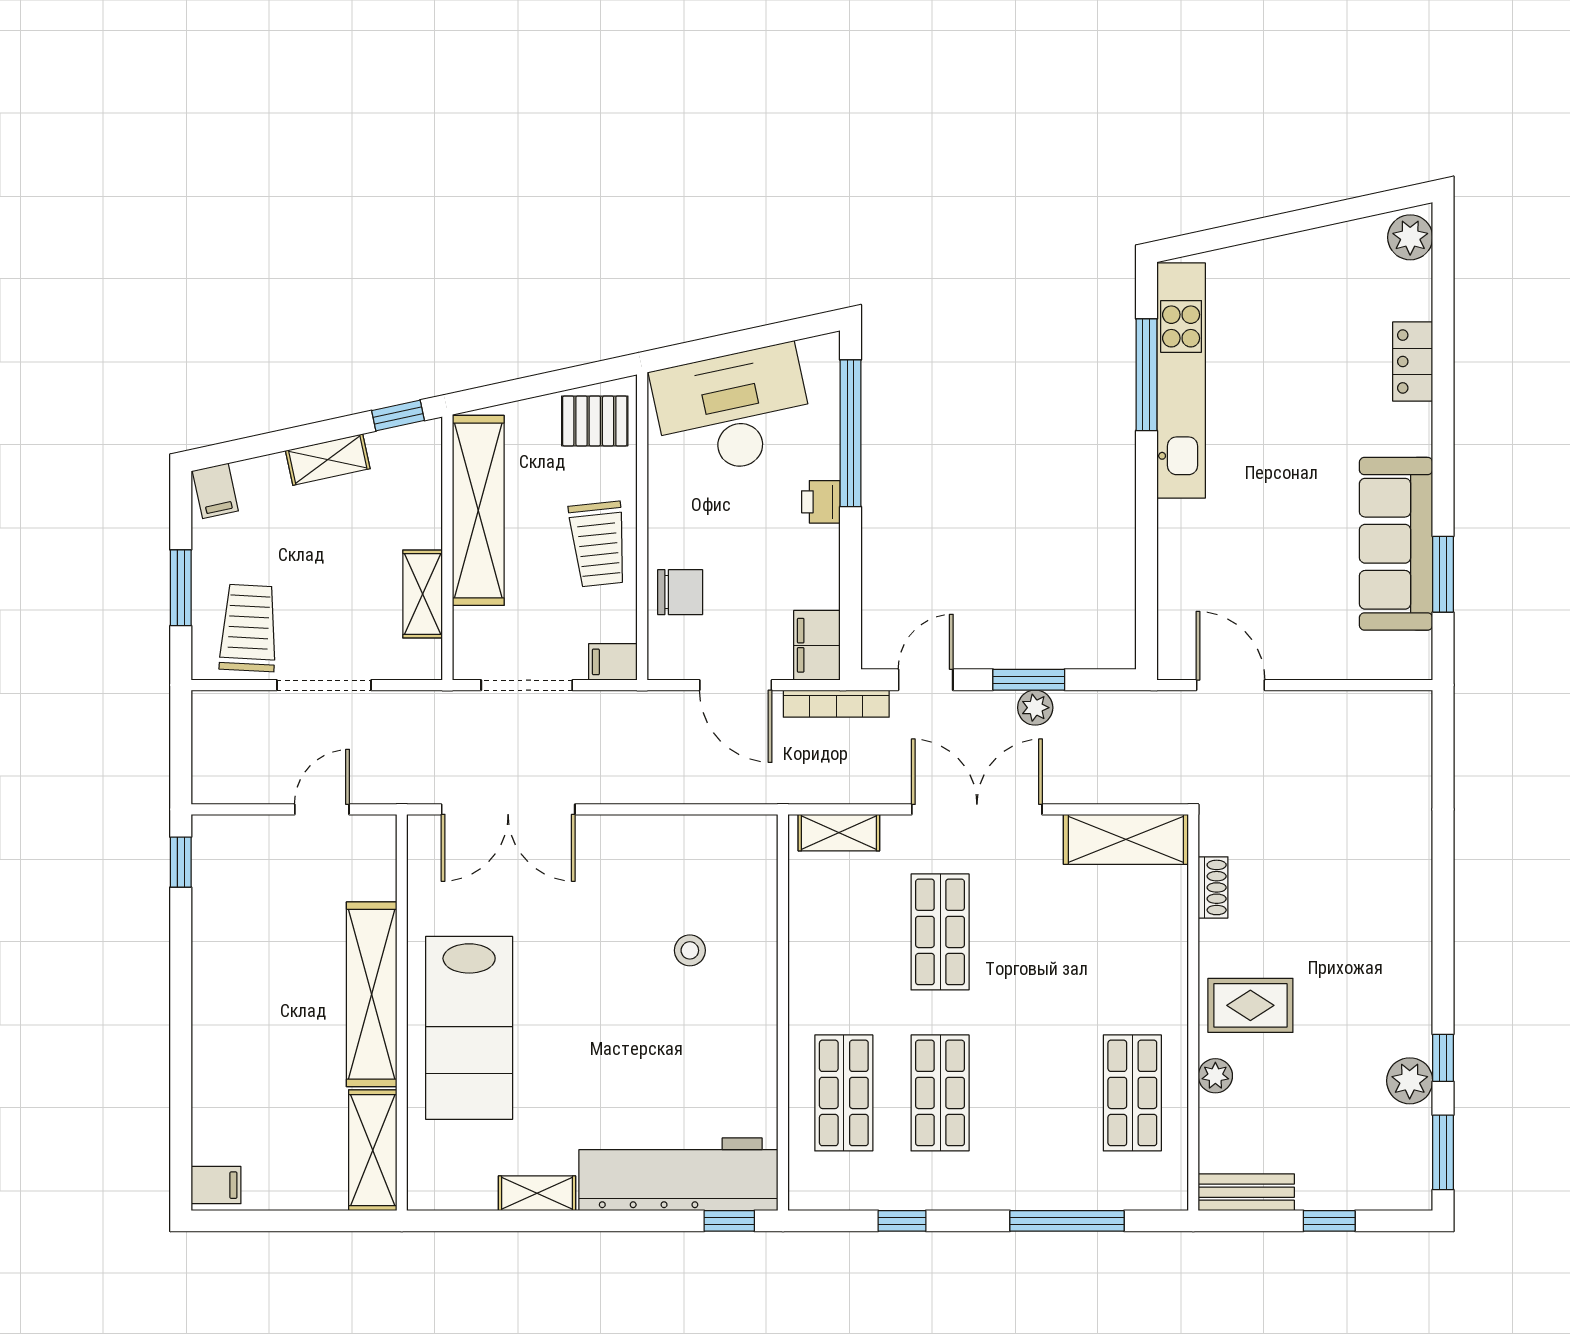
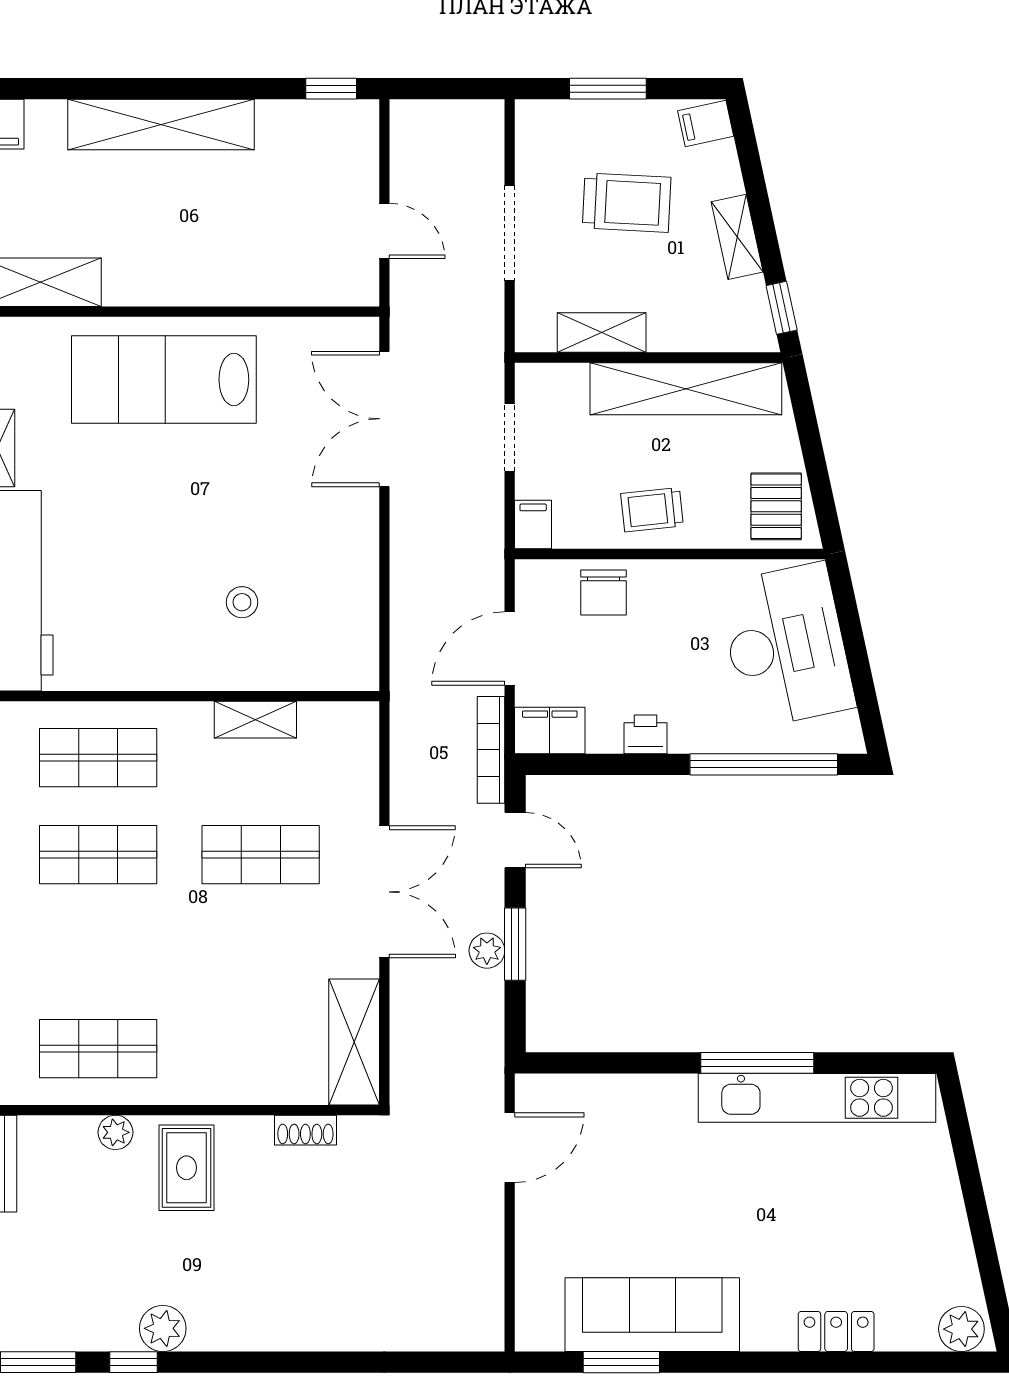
window: (1146, 375) -> (757, 1063), moved
printer: (821, 502) -> (645, 734), moved
trolley: (598, 544) -> (652, 510), width x0.73, depth x0.72
trolley: (249, 628) -> (627, 203), moved
doorway: (527, 685) -> (510, 438), width x0.73
shelving: (839, 833) -> (255, 720), moved, turned 90
shelving: (372, 994) -> (161, 125), moved
plant: (1410, 1081) -> (163, 1328), moved

